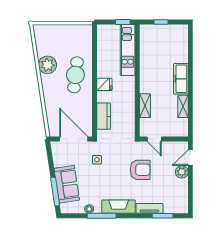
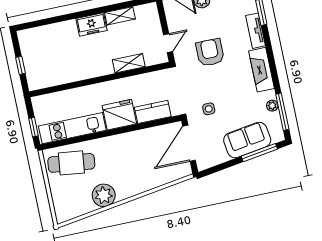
window: (123, 22) -> (34, 127), moved
kitchen unit: (128, 50) -> (72, 128), moved, turned 180
cafe table: (75, 75) -> (71, 163), moved
freezer: (181, 79) -> (92, 25), width x0.71
fridge: (104, 84) -> (119, 115), width x1.88, depth x1.34
window: (102, 216) -> (282, 112), moved

